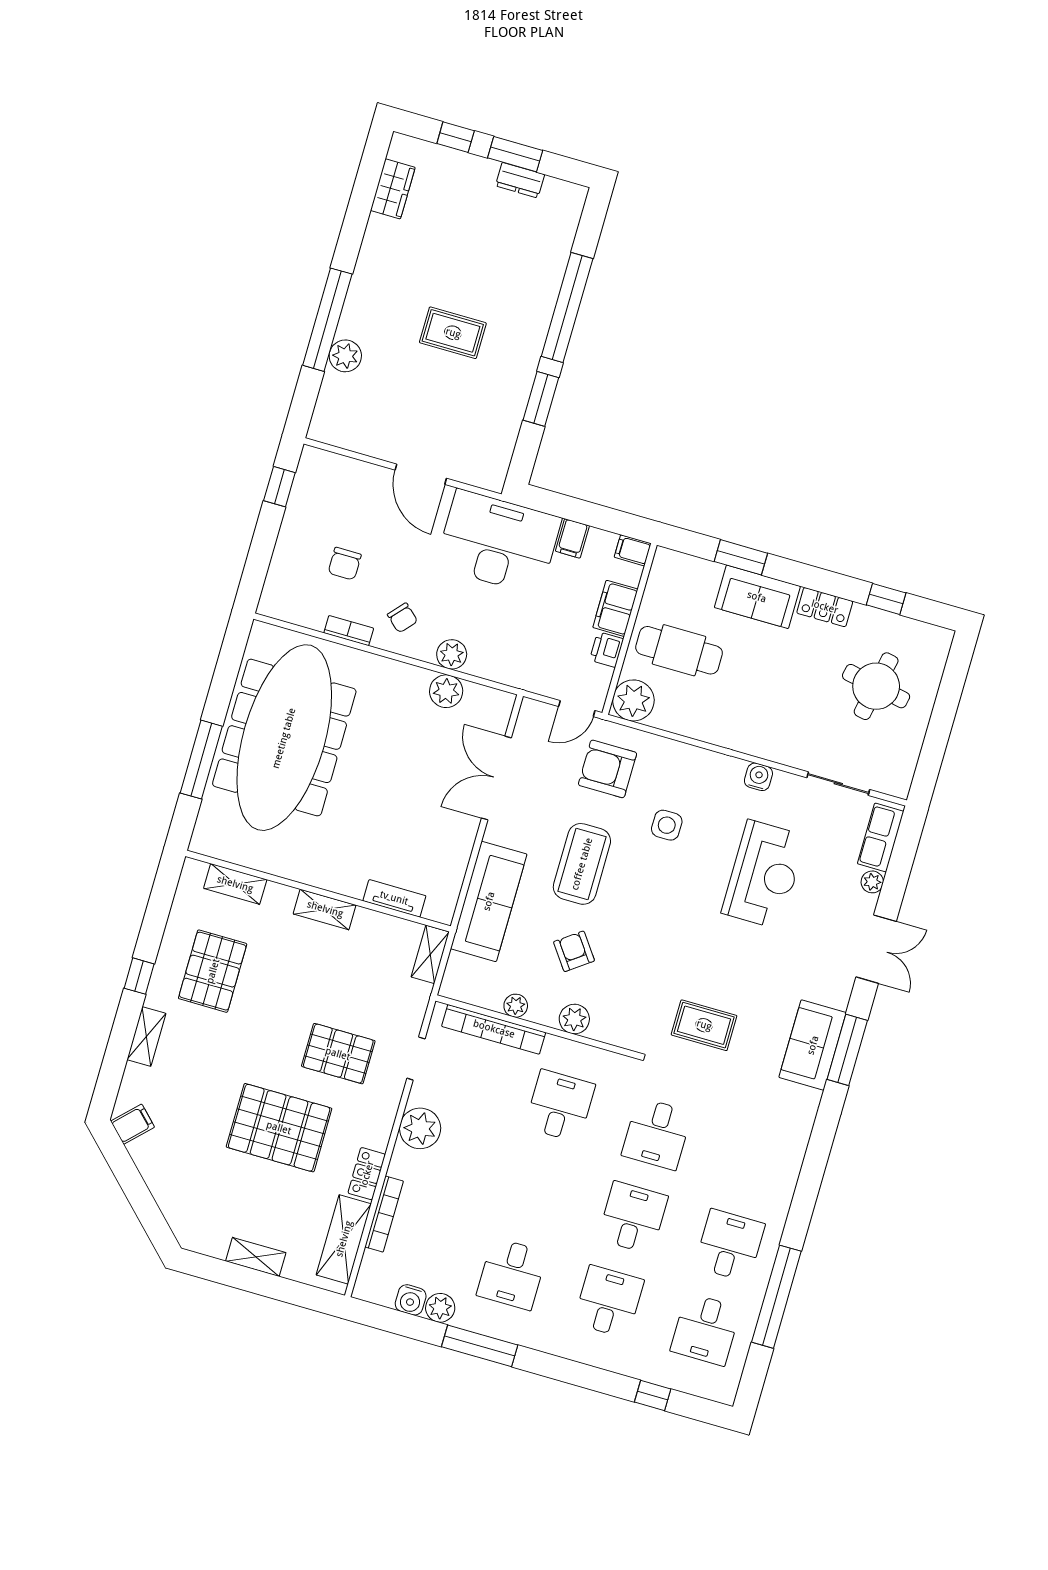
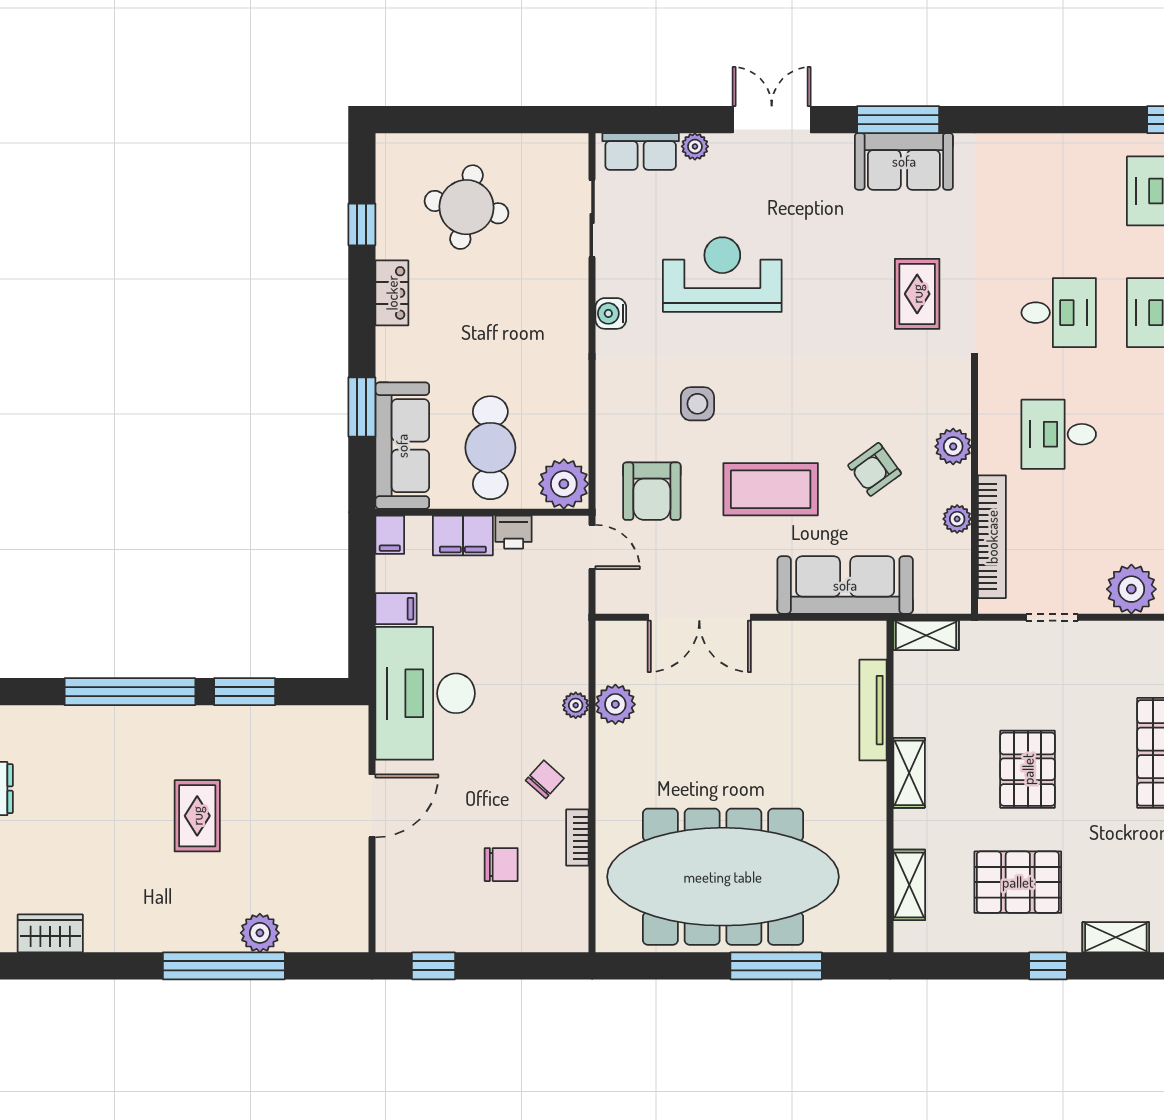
sofa: (757, 597) -> (402, 446), moved, width x1.36
plant: (452, 654) -> (576, 705), width x0.73, depth x0.73
tv unit: (394, 898) -> (873, 710), width x1.41
pallet: (338, 1054) -> (1028, 769), moved

